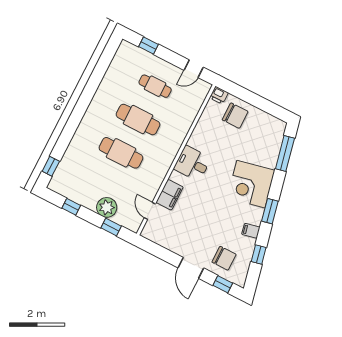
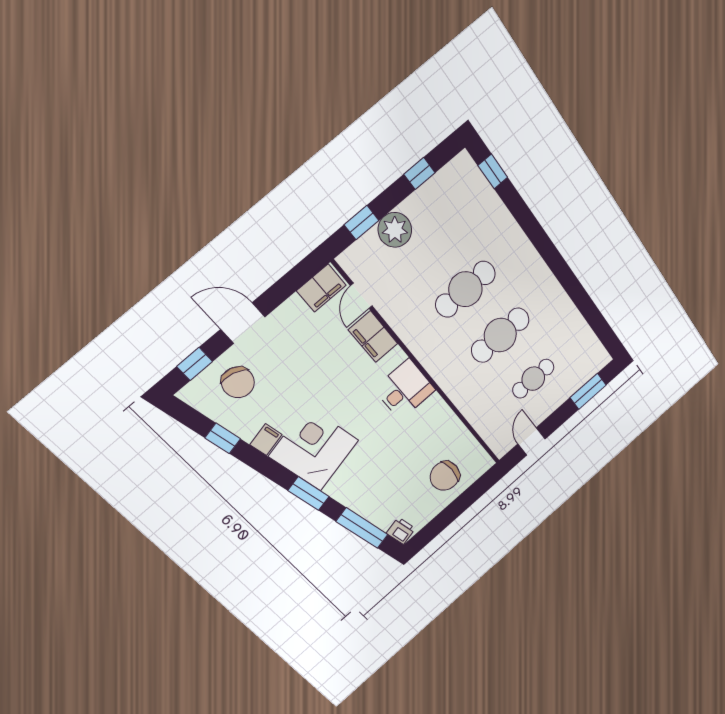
window: (148, 46) -> (588, 391), width x1.50
printer: (219, 95) -> (401, 531), moved, turned 78
corner desk: (251, 184) -> (314, 448), moved
door: (150, 211) -> (361, 296), swing flipped
window: (270, 211) -> (308, 494), moved
filing cabinet: (155, 234) -> (321, 288), added
chair: (224, 258) -> (238, 382), turned -75

